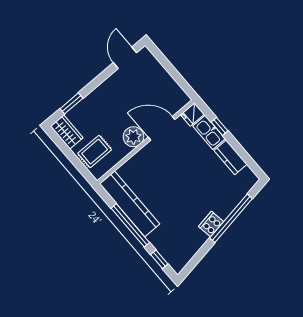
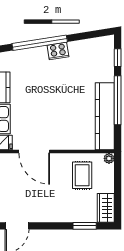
plant: (133, 137) -> (109, 158), moved, width x0.53, depth x0.53
rug: (95, 152) -> (82, 175), moved, turned 90

